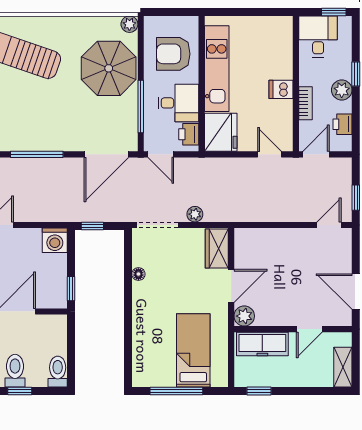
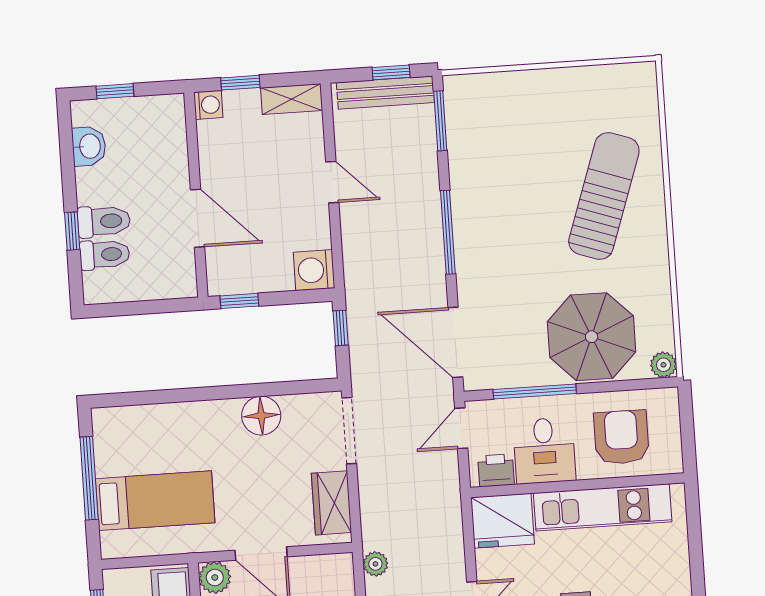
plant: (195, 214) -> (375, 564), moved
wardrobe: (217, 249) -> (331, 503), moved, turned -90
floor lamp: (138, 274) -> (261, 416), width x1.89, depth x1.89
toilet: (58, 372) -> (105, 255), moved

